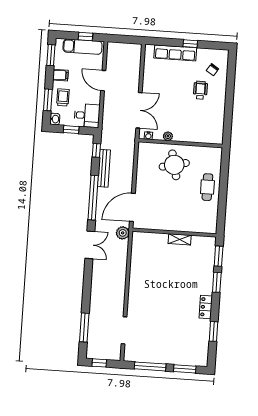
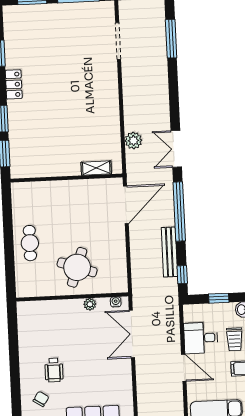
desk: (87, 116) -> (201, 338), moved
round table: (174, 165) -> (77, 267), turned 32
plant: (123, 233) -> (133, 141), moved
shelving: (180, 239) -> (96, 168), moved

